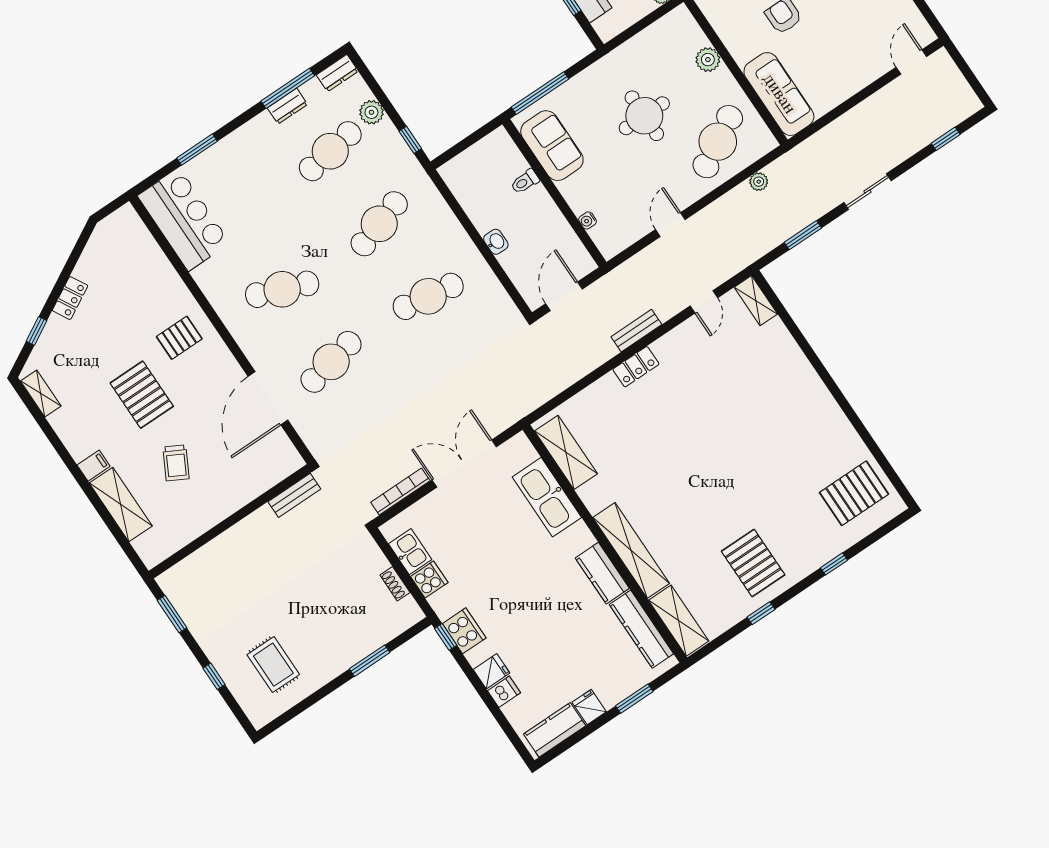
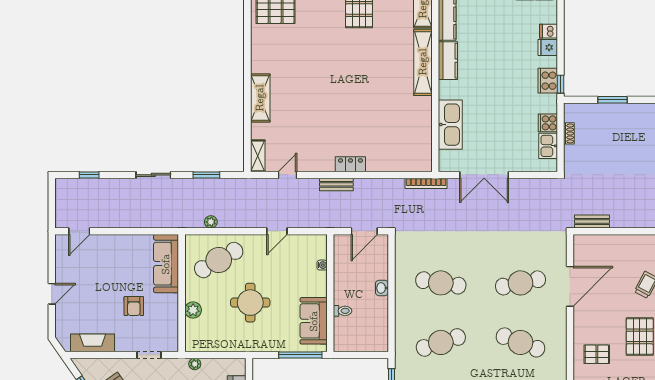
shelving: (566, 452) -> (260, 98), moved
bookcase: (400, 492) -> (426, 183), moved

